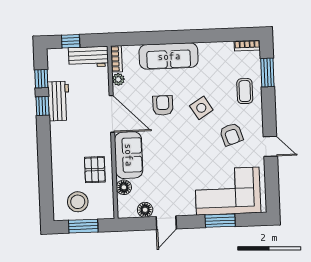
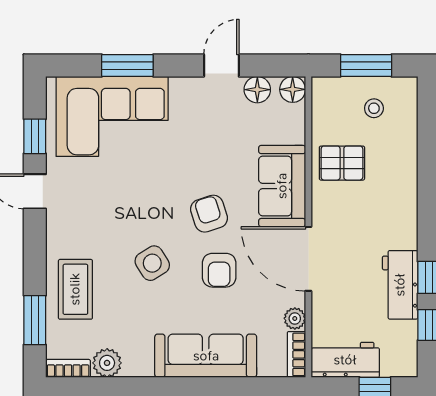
plant: (225, 50) -> (107, 363), added
coffee table: (245, 91) -> (75, 289), width x1.36, depth x1.30
armchair: (231, 134) -> (209, 214), moved
pallet: (95, 170) -> (342, 163), turned 90
window: (272, 178) -> (35, 136), added
floor lamp: (124, 187) -> (293, 89), moved
stool: (78, 202) -> (374, 108), width x0.53, depth x0.53

